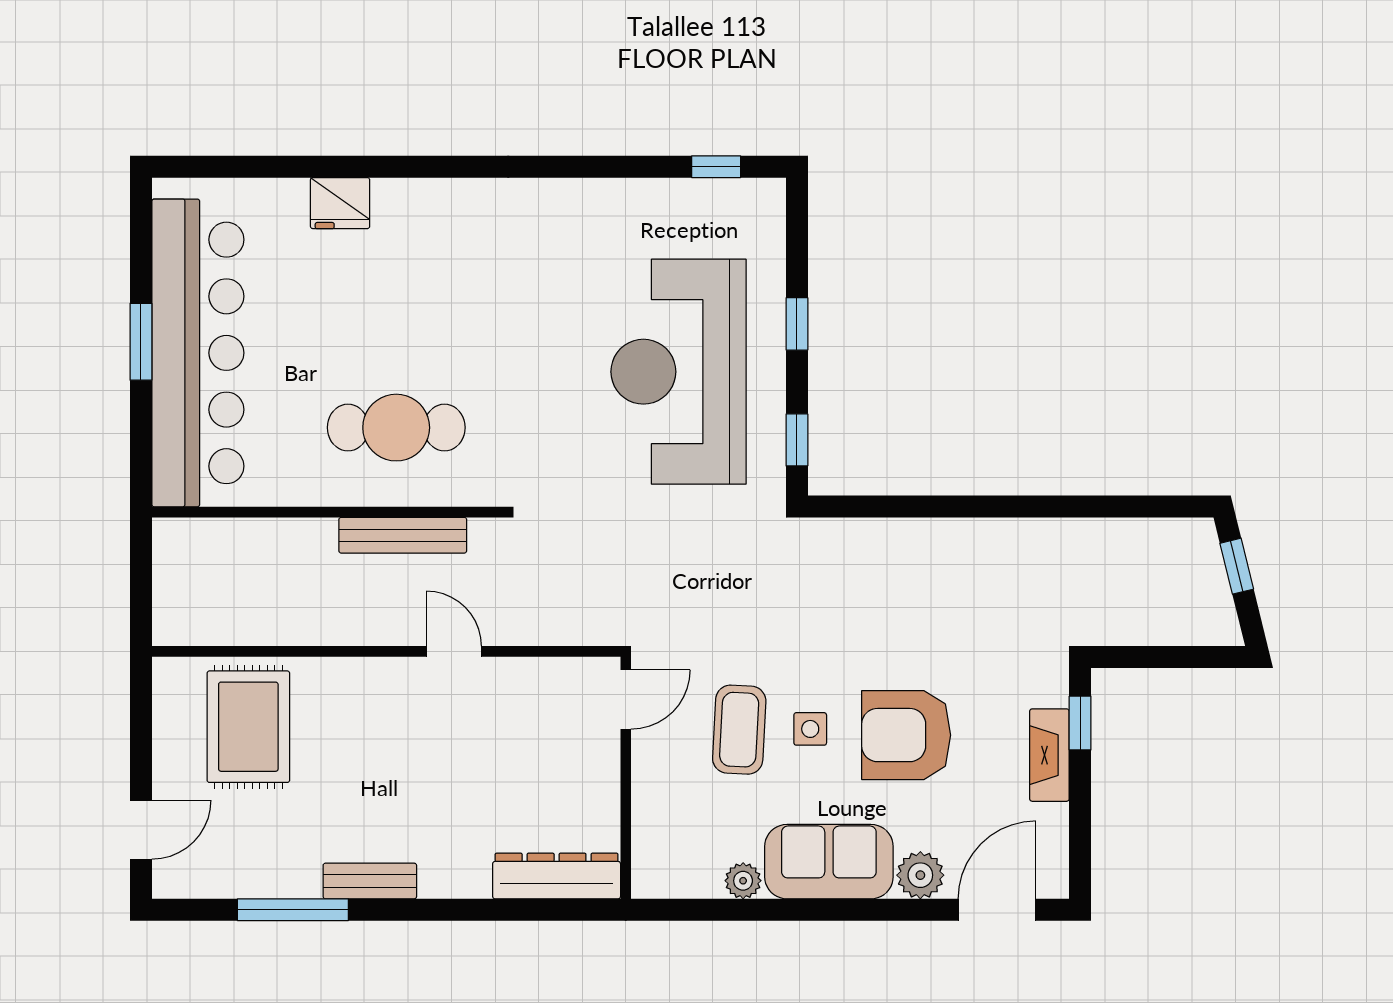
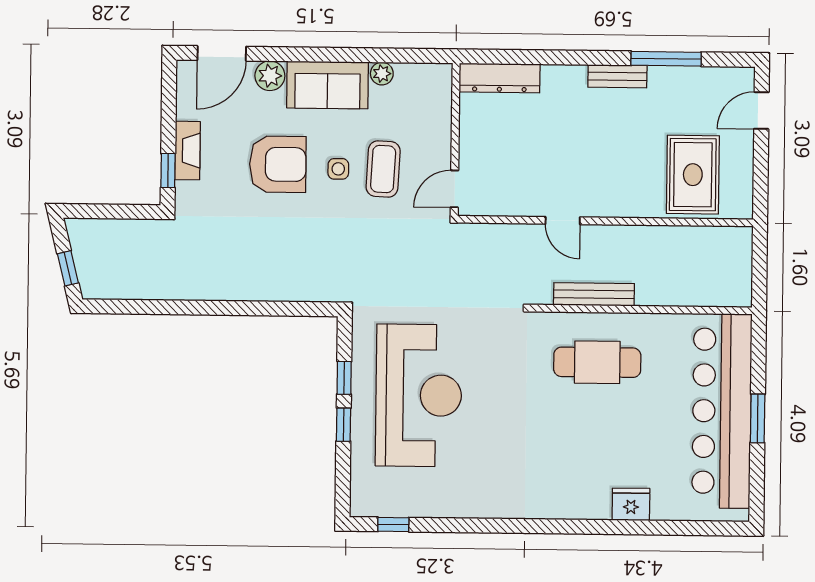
window: (797, 440) -> (344, 378), moved

